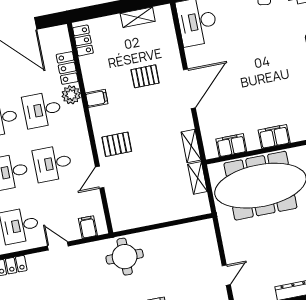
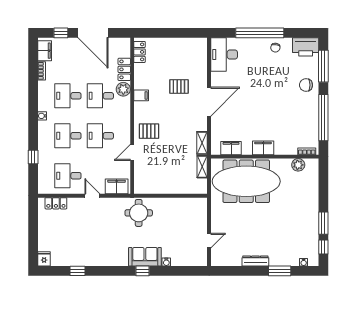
shelving: (138, 17) -> (182, 43), removed
filing cabinet: (88, 227) -> (117, 186), width x2.00

